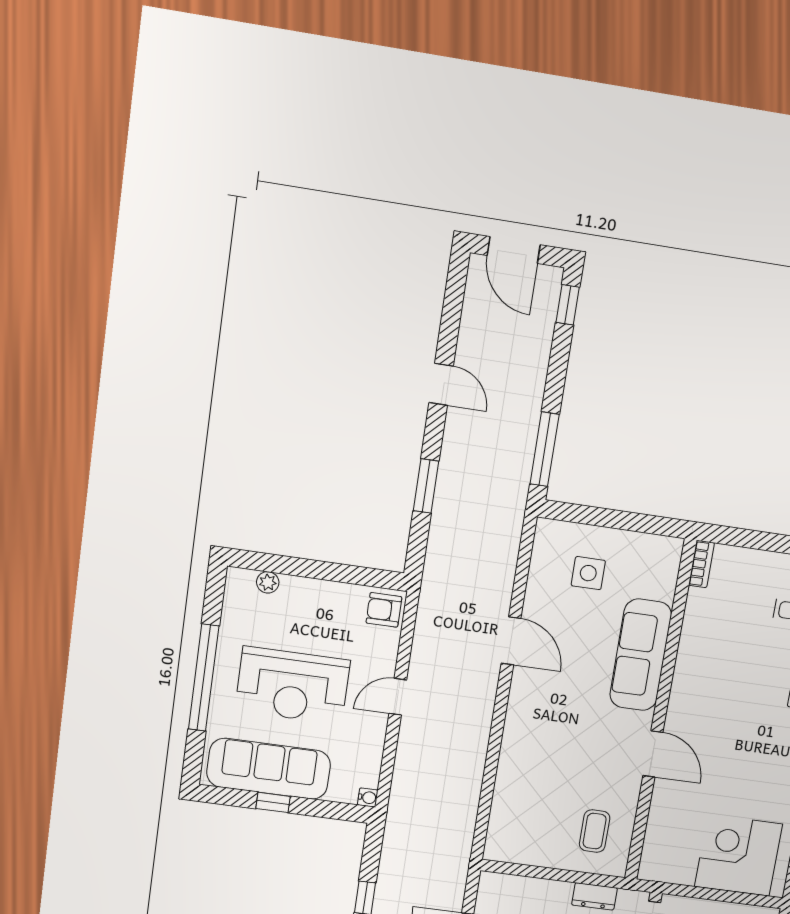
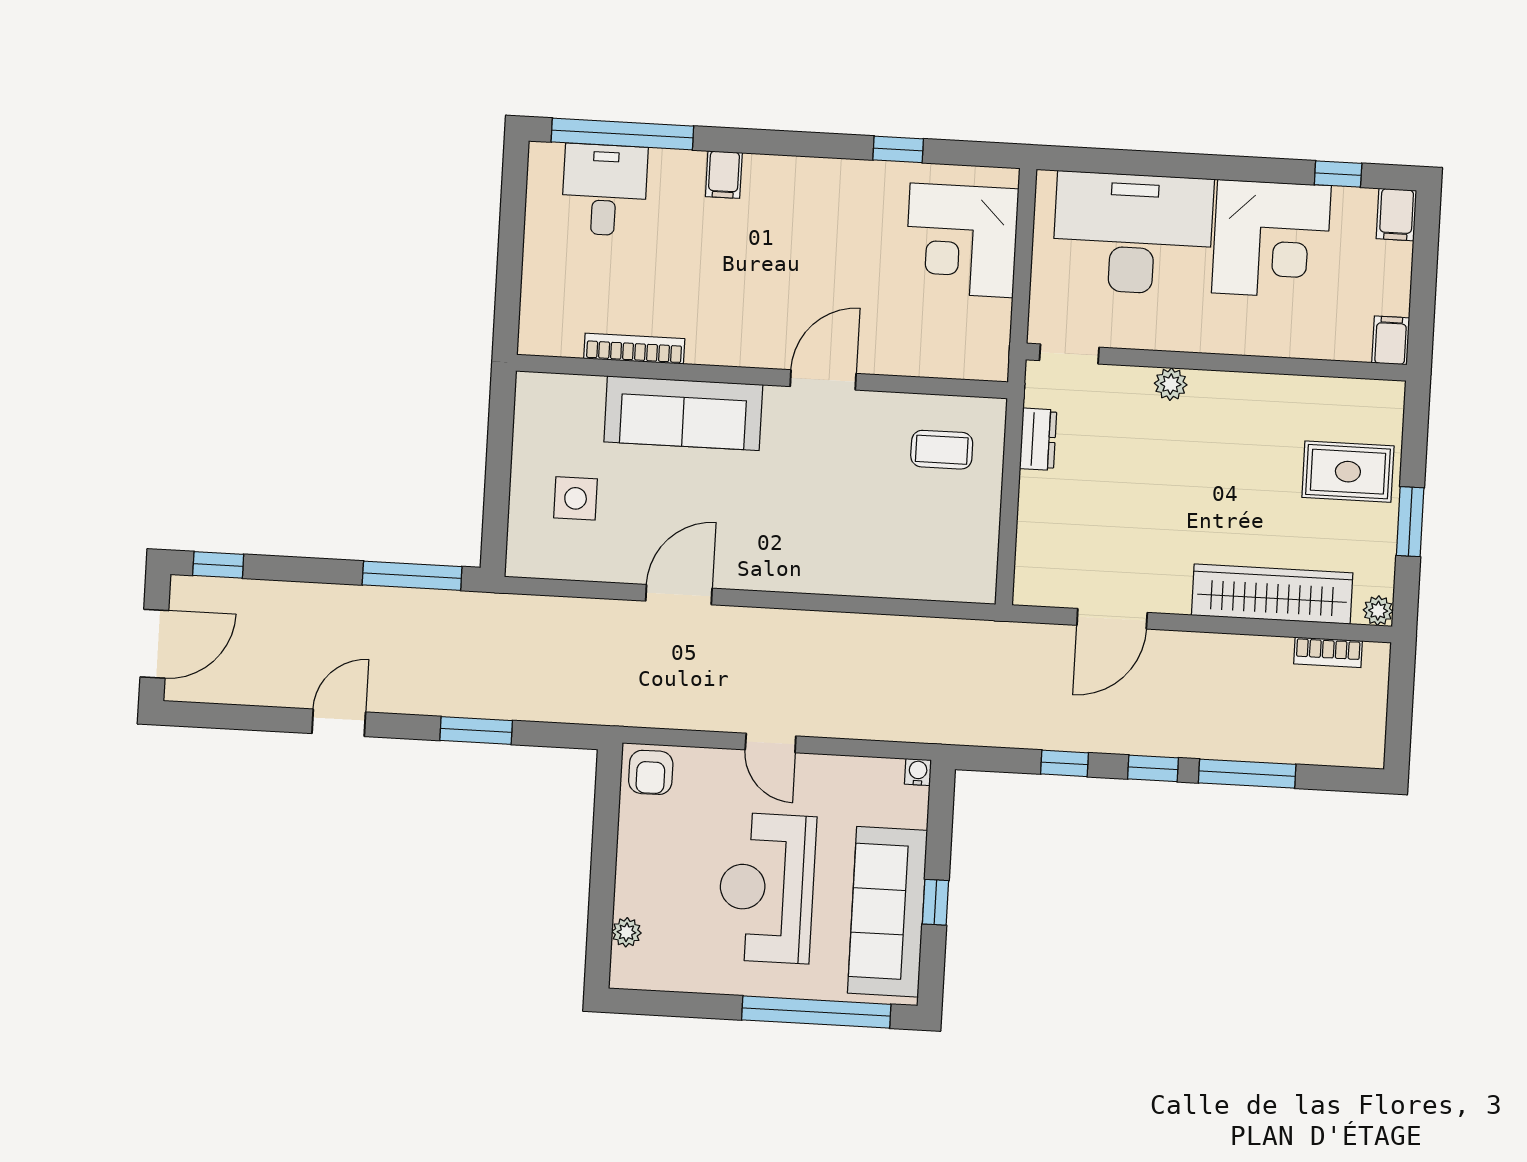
bookcase: (701, 564) -> (634, 349), moved, width x1.56
window: (204, 678) -> (816, 1012), moved
reception desk: (293, 685) -> (767, 888), turned 180

